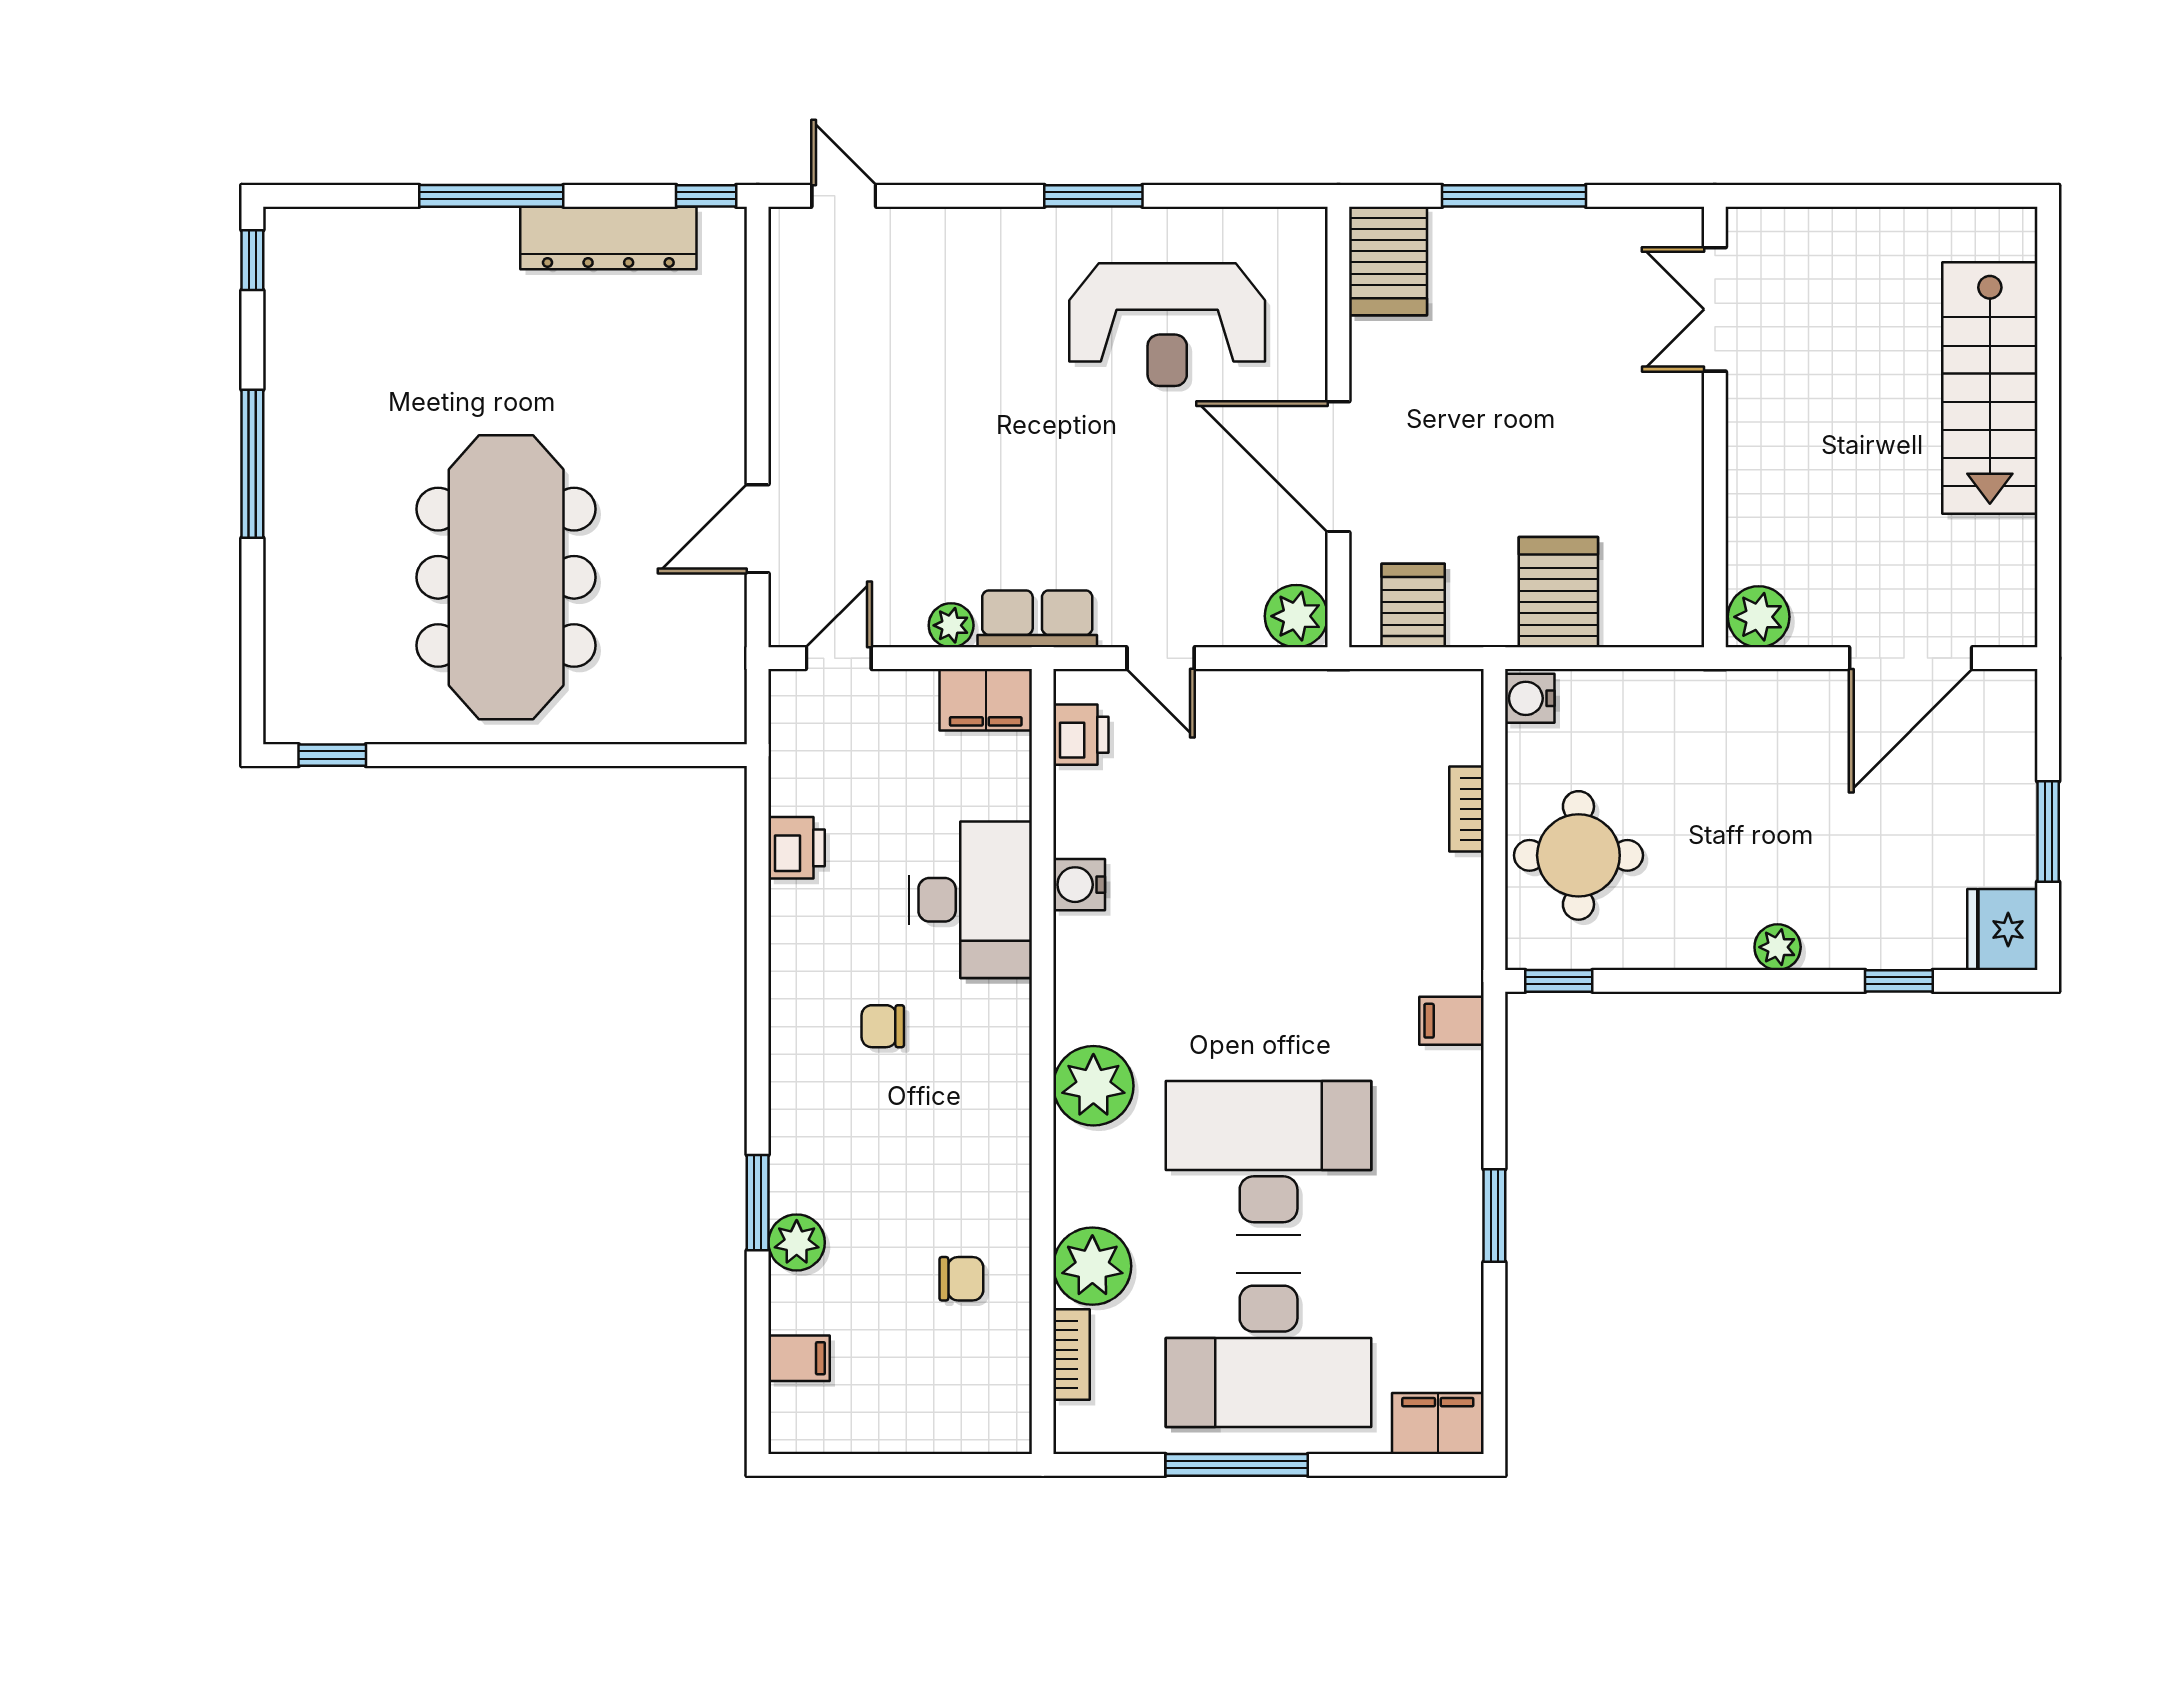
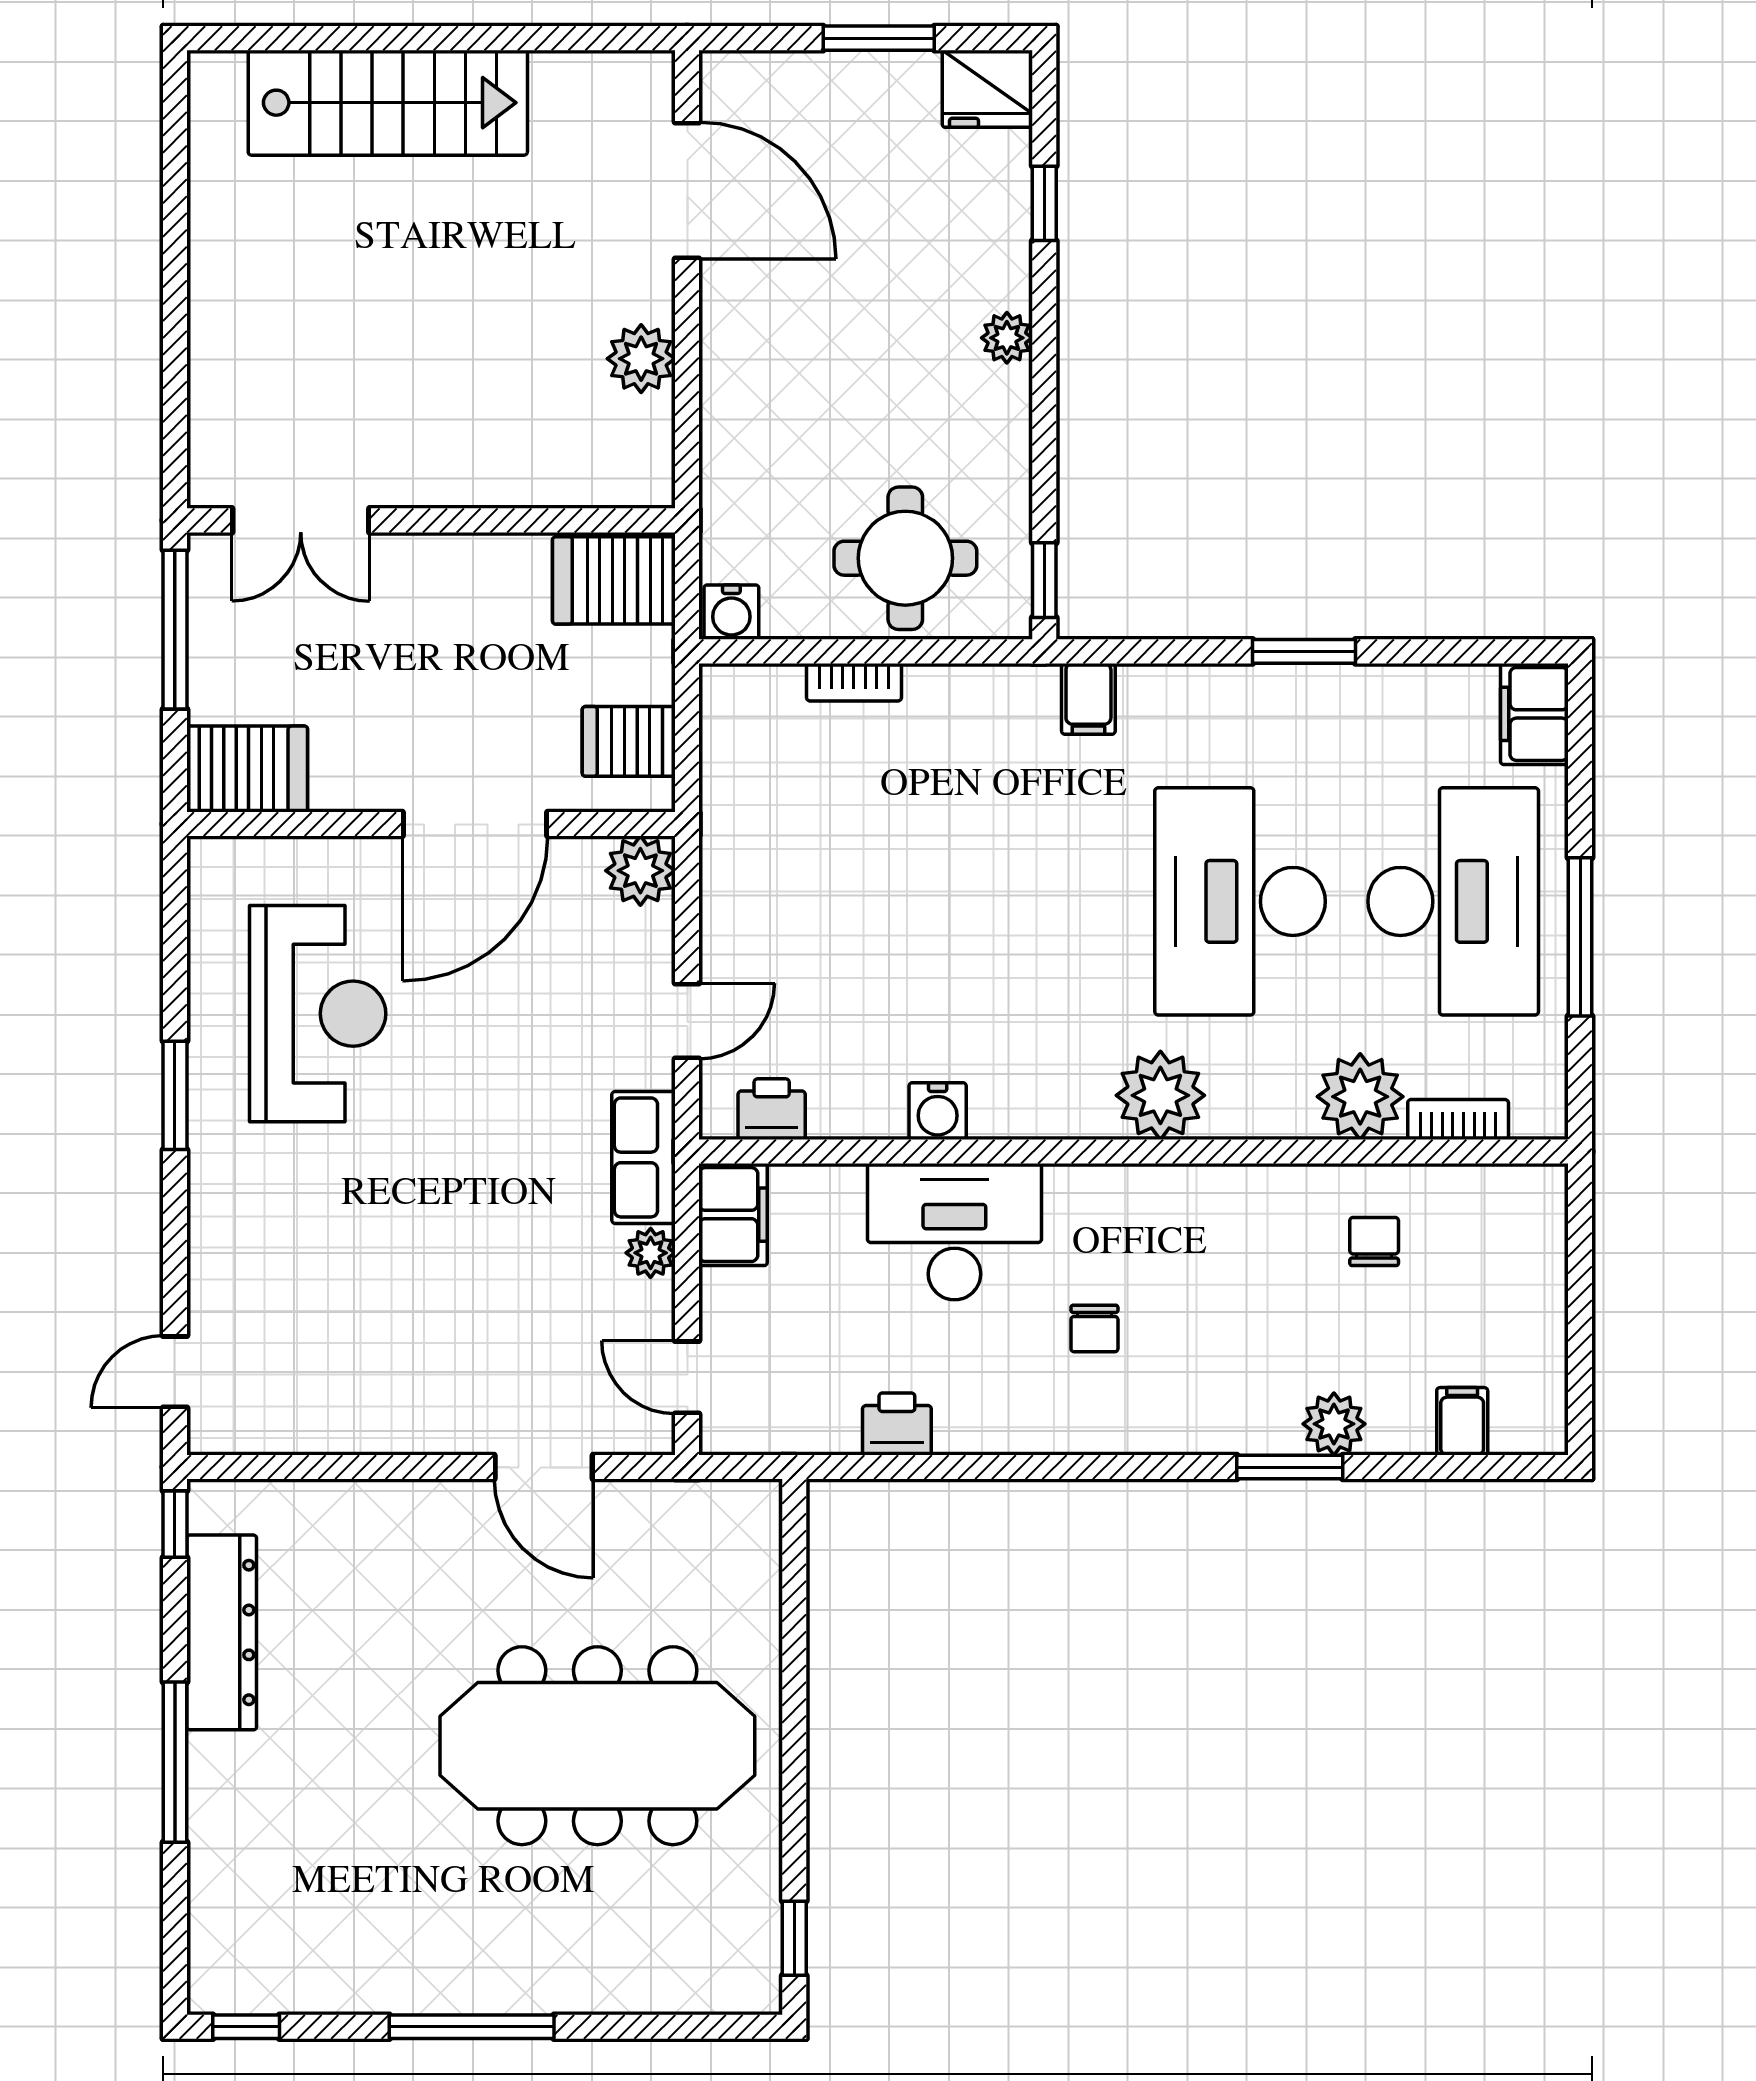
double door: (1715, 309) -> (301, 520), moved
wall: (1715, 427) -> (431, 520), moved

